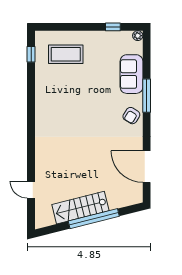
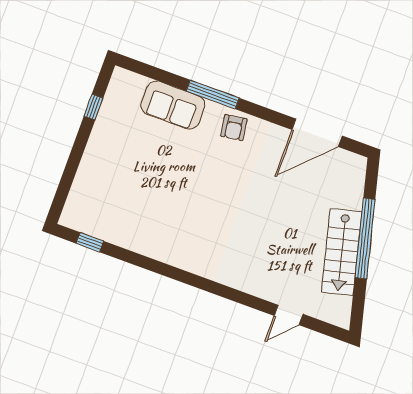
plant: (138, 36) -> (120, 75), removed
coffee table: (66, 54) -> (108, 191), removed
armchair: (131, 116) -> (234, 128), turned 50

